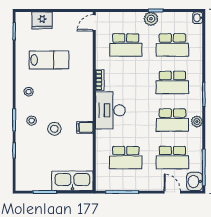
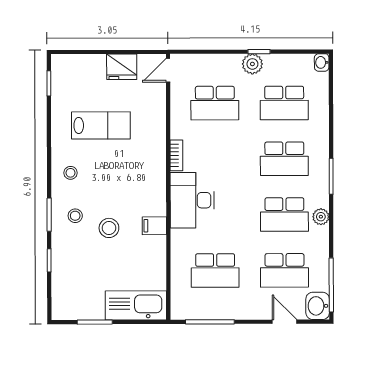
fridge: (42, 20) -> (122, 67), moved

